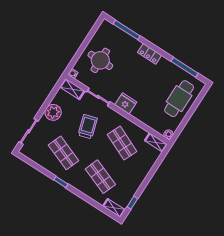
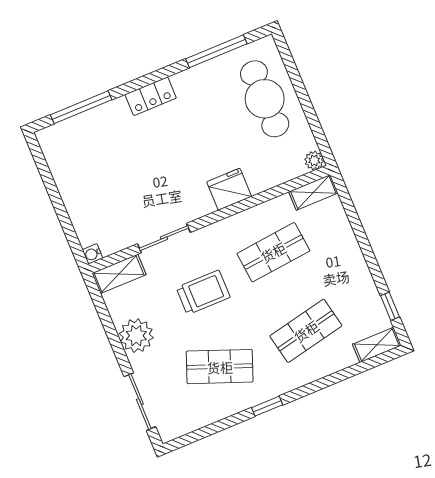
round table: (100, 60) -> (103, 190), removed
fridge: (126, 103) -> (229, 189), moved
trolley: (88, 127) -> (203, 292), turned 107
shop shelf: (122, 143) -> (273, 252), turned -30
shop shelf: (100, 177) -> (306, 331), turned -33

